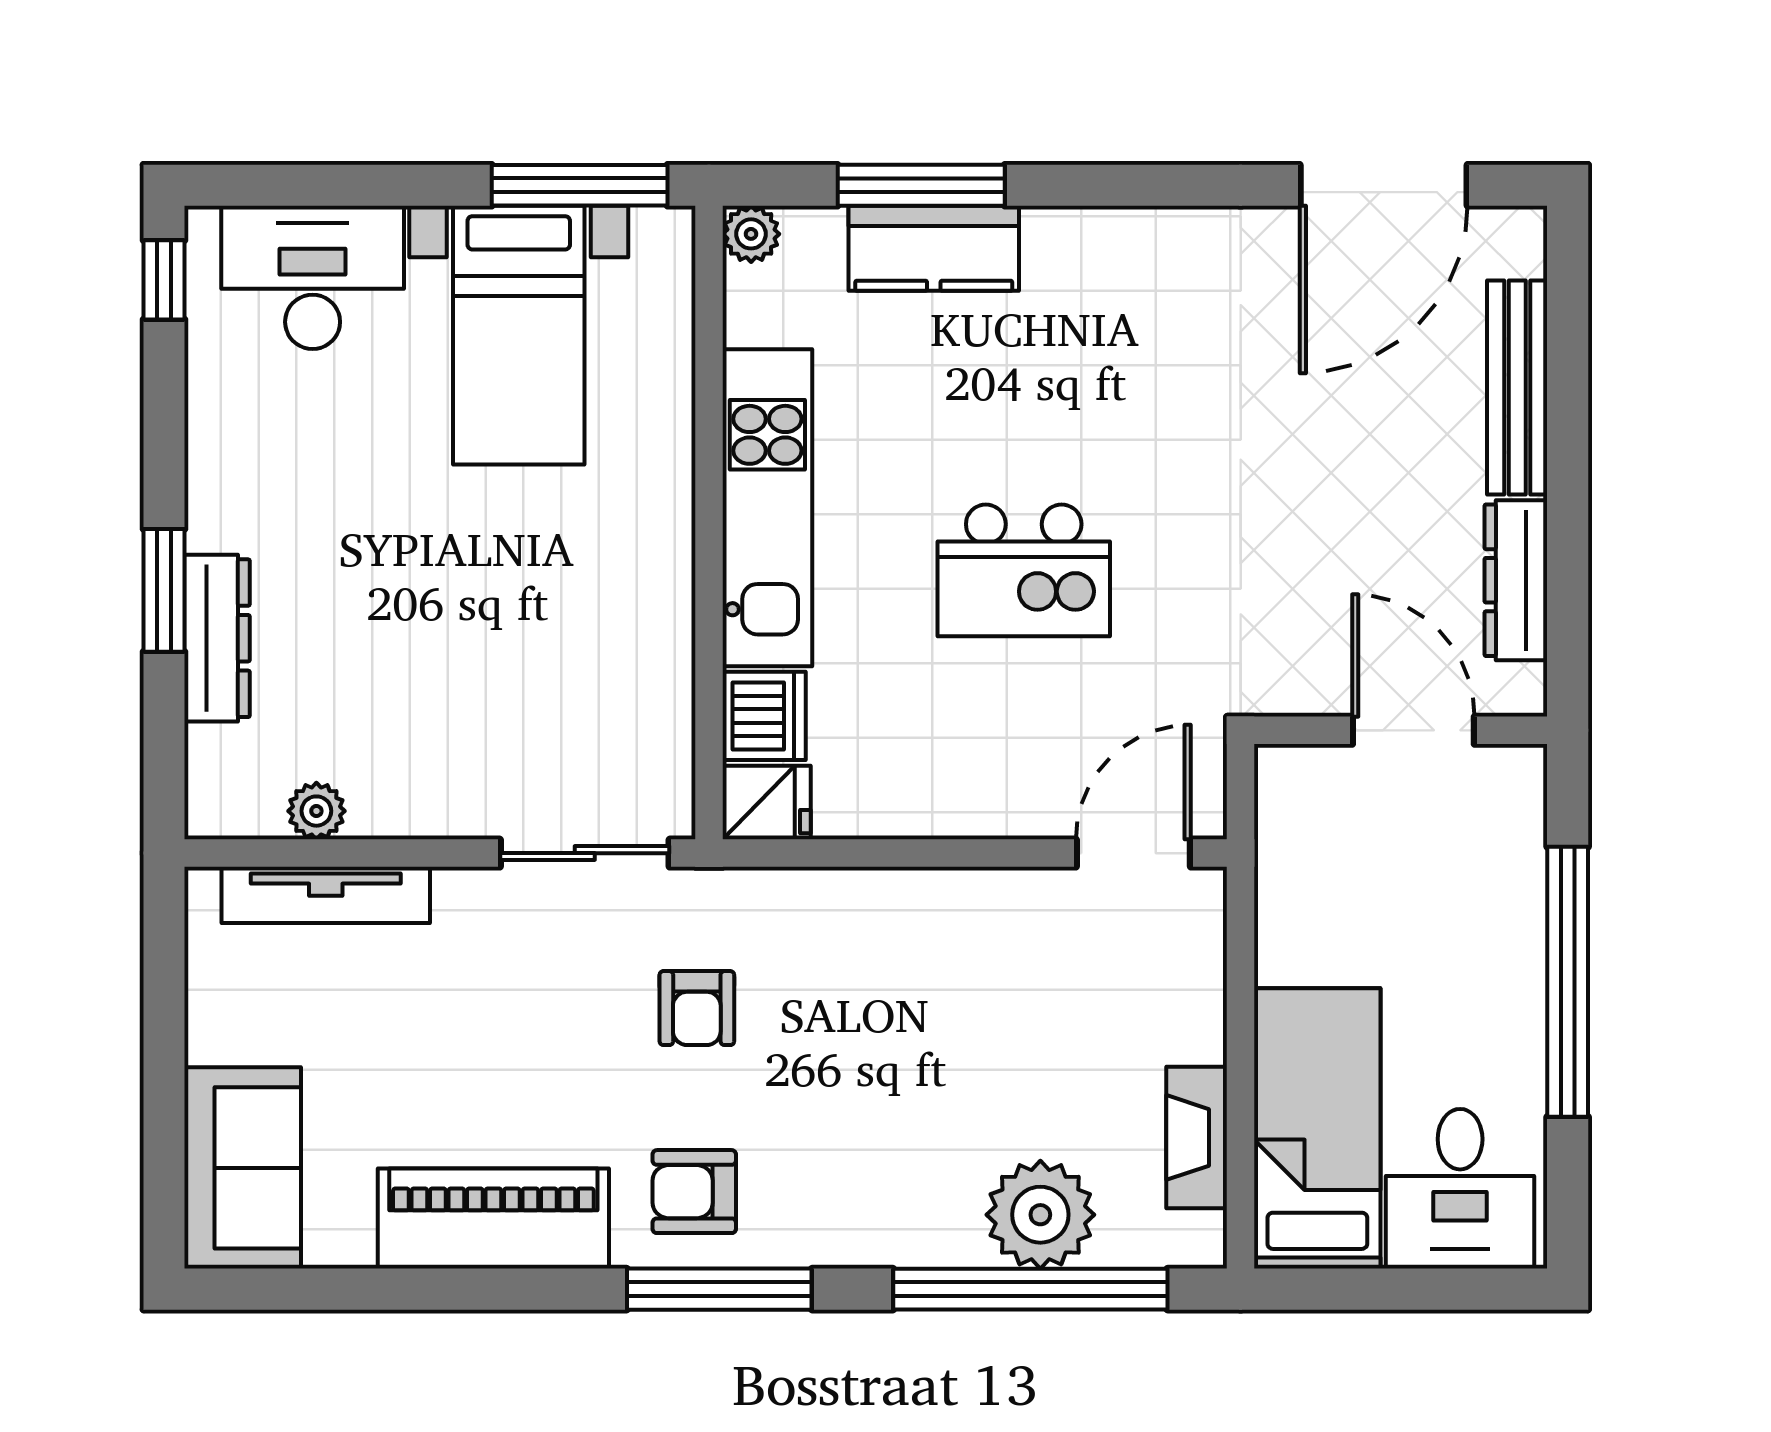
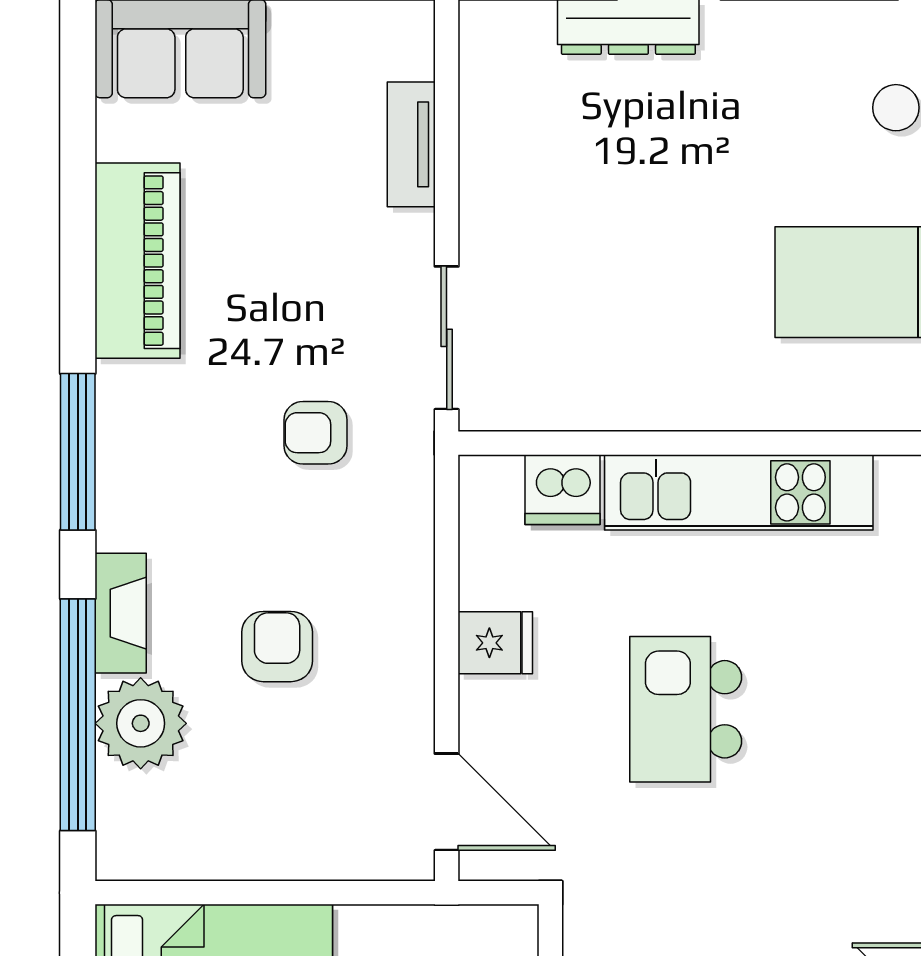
fridge: (767, 803) -> (495, 643), moved, turned -90
plant: (316, 811) -> (482, 111), removed
tv unit: (326, 895) -> (411, 144), width x0.71
fireplace: (1197, 1137) -> (121, 613), moved, turned 90
armchair: (694, 1192) -> (277, 647), moved

